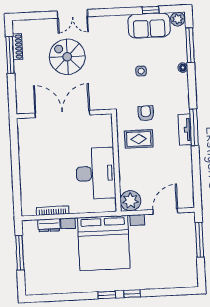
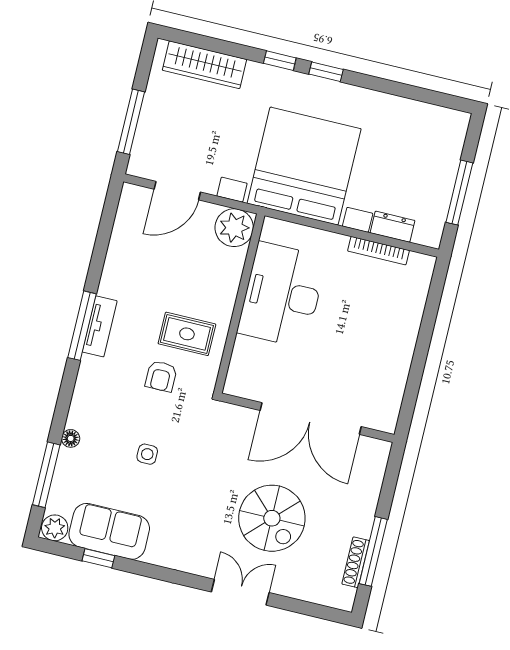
wardrobe: (170, 280) -> (204, 65), added

